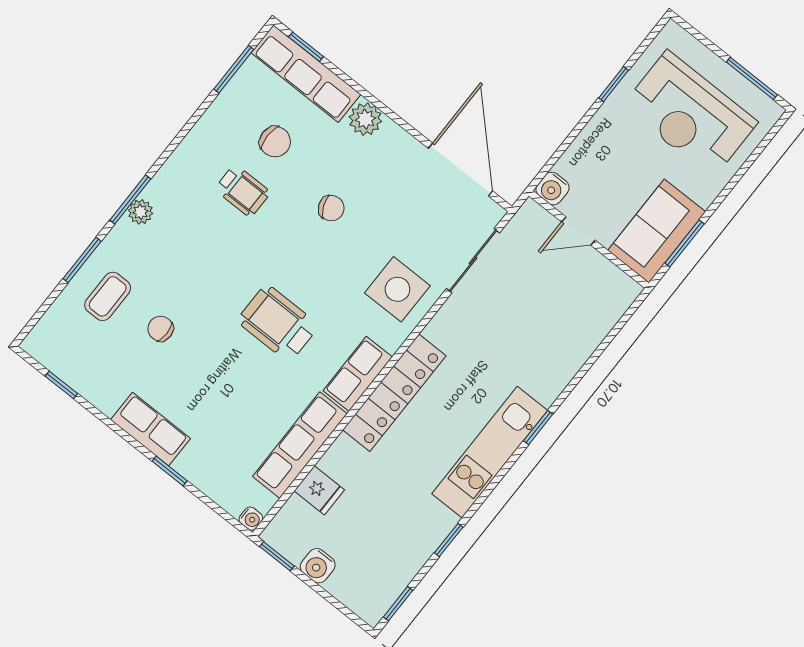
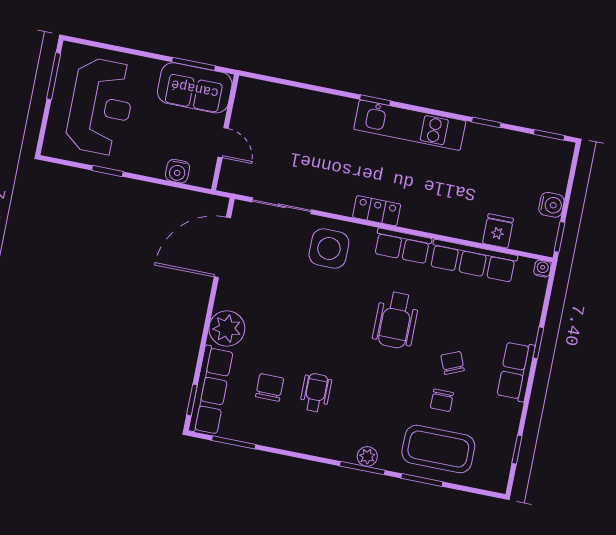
plant: (365, 119) -> (227, 329), width x1.36, depth x1.36
water cooler: (553, 188) -> (178, 171), moved, turned 90
chair: (331, 208) -> (453, 363), moved
coffee table: (108, 296) -> (438, 449), width x1.86, depth x1.72
locker: (394, 393) -> (377, 211), width x0.46, depth x0.83

